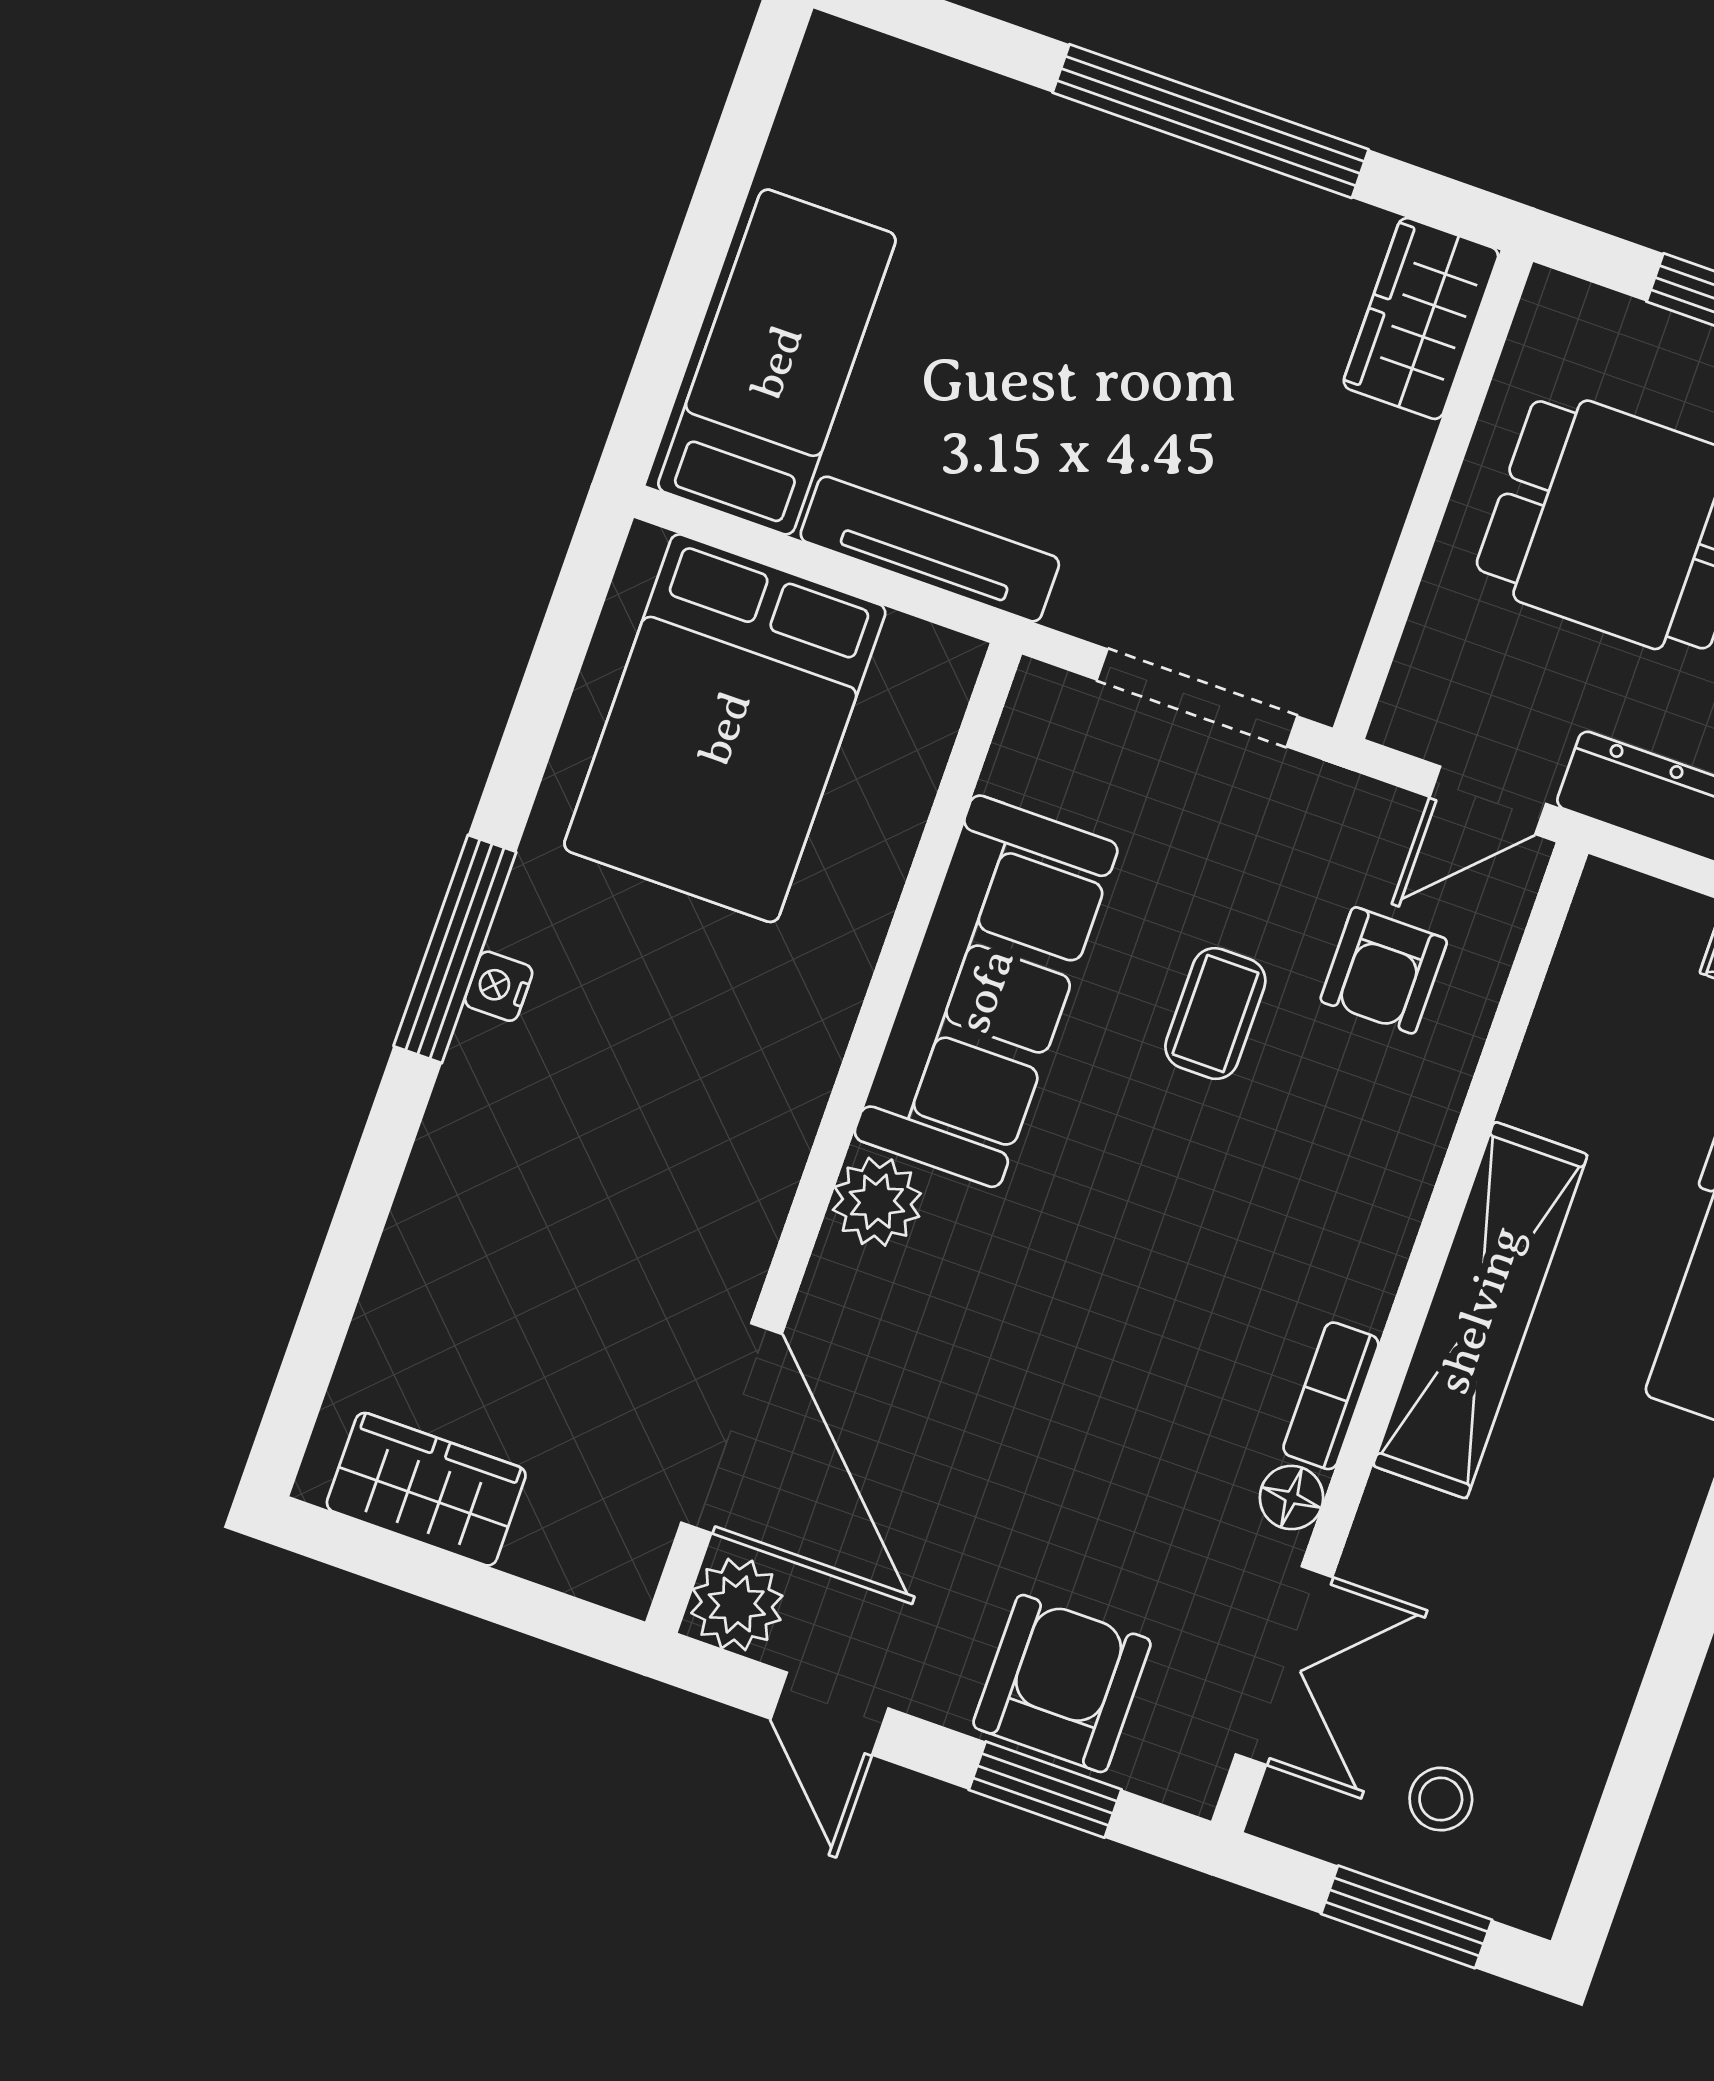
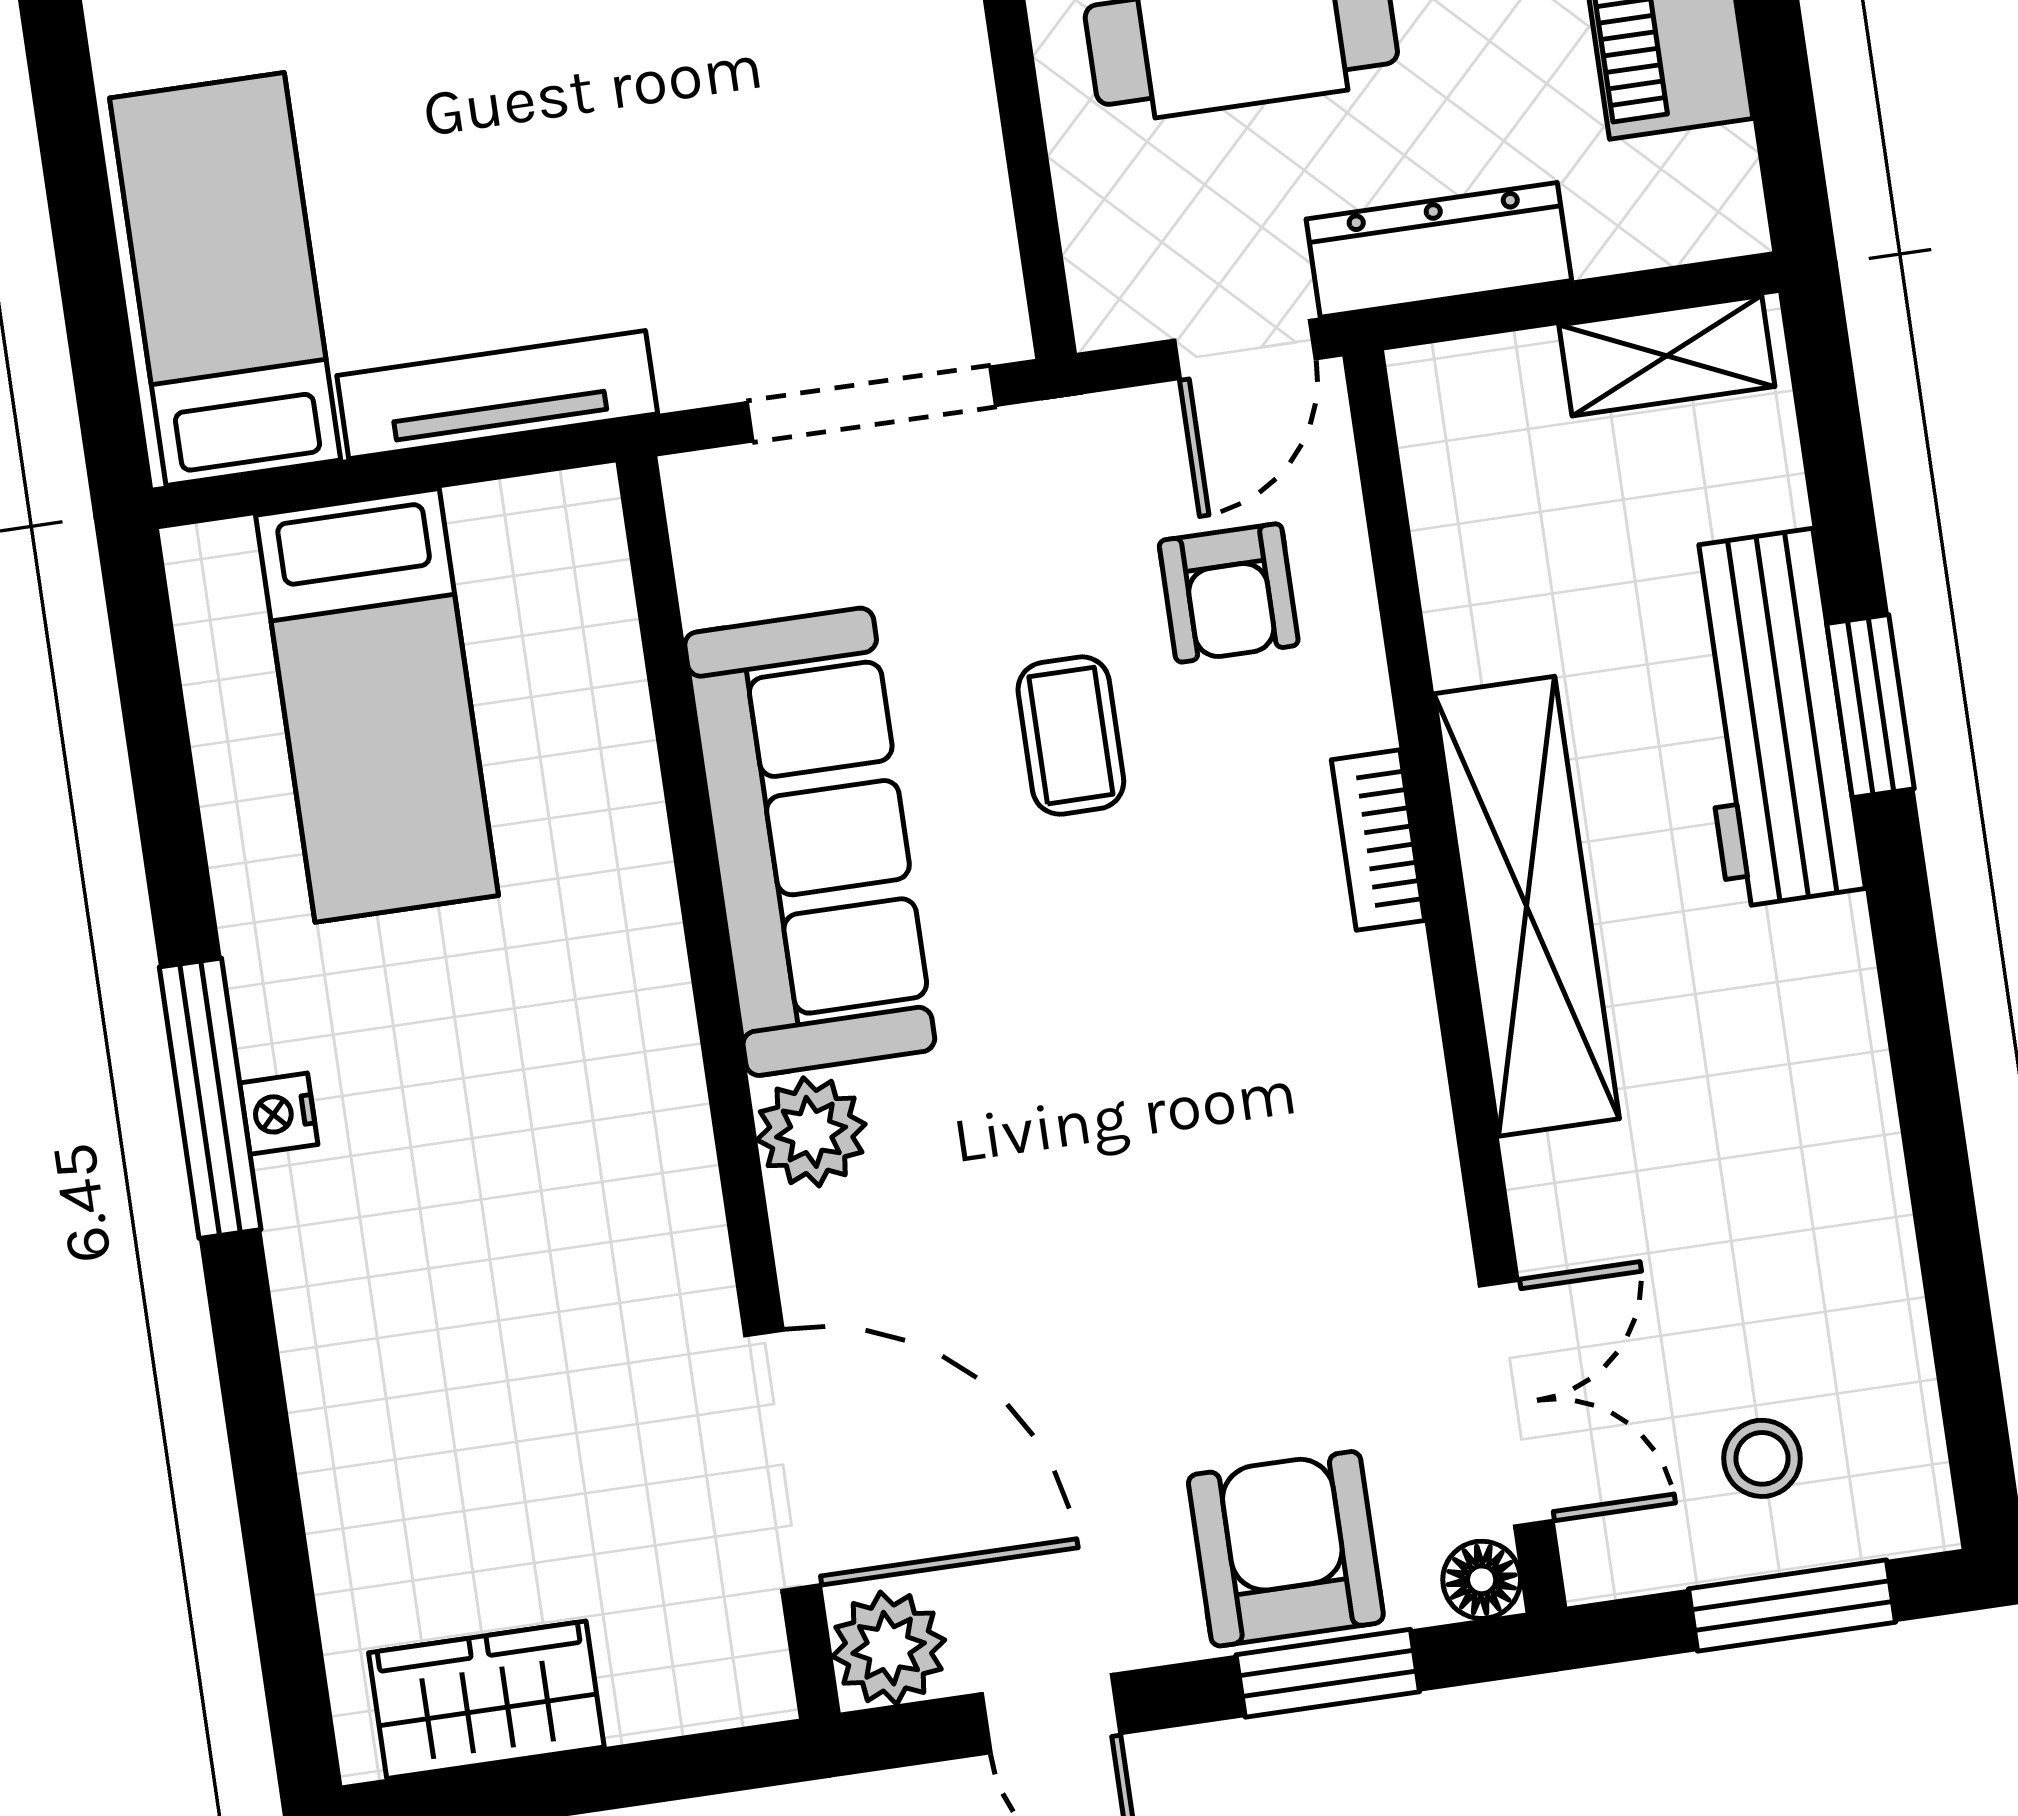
bed: (725, 728) -> (377, 705), width x0.67
bookcase: (1331, 1396) -> (1378, 840), moved
floor lamp: (1291, 1498) -> (1482, 1580), moved

